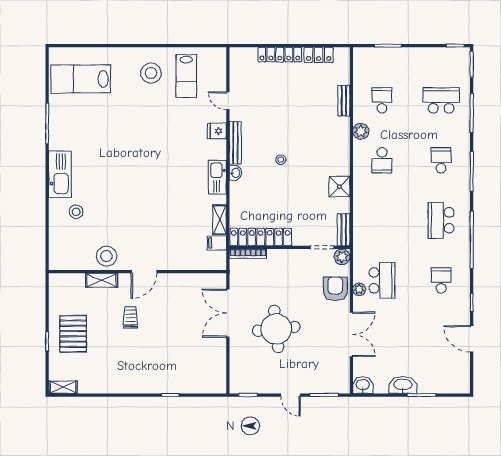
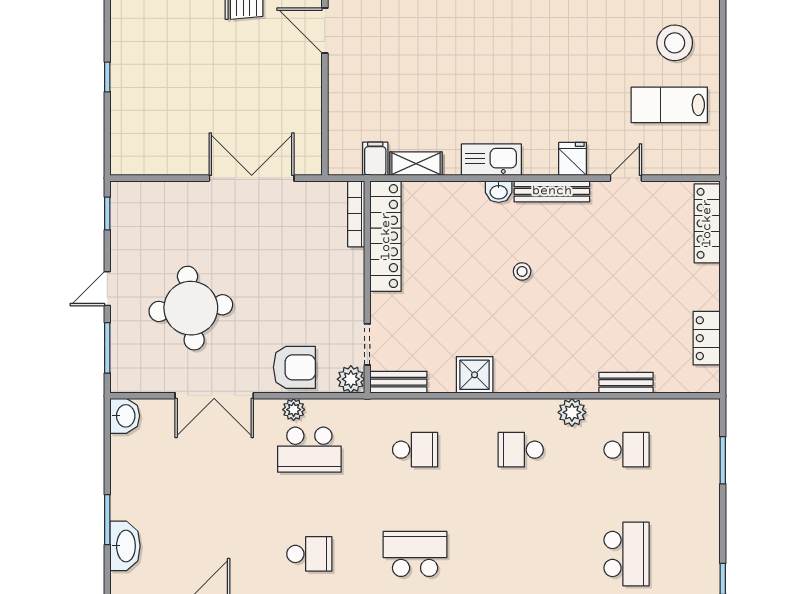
locker: (280, 55) -> (707, 223), moved
school desk: (441, 160) -> (415, 450), moved
round table: (276, 329) -> (191, 308), moved
washbasin: (403, 385) -> (125, 546), moved

